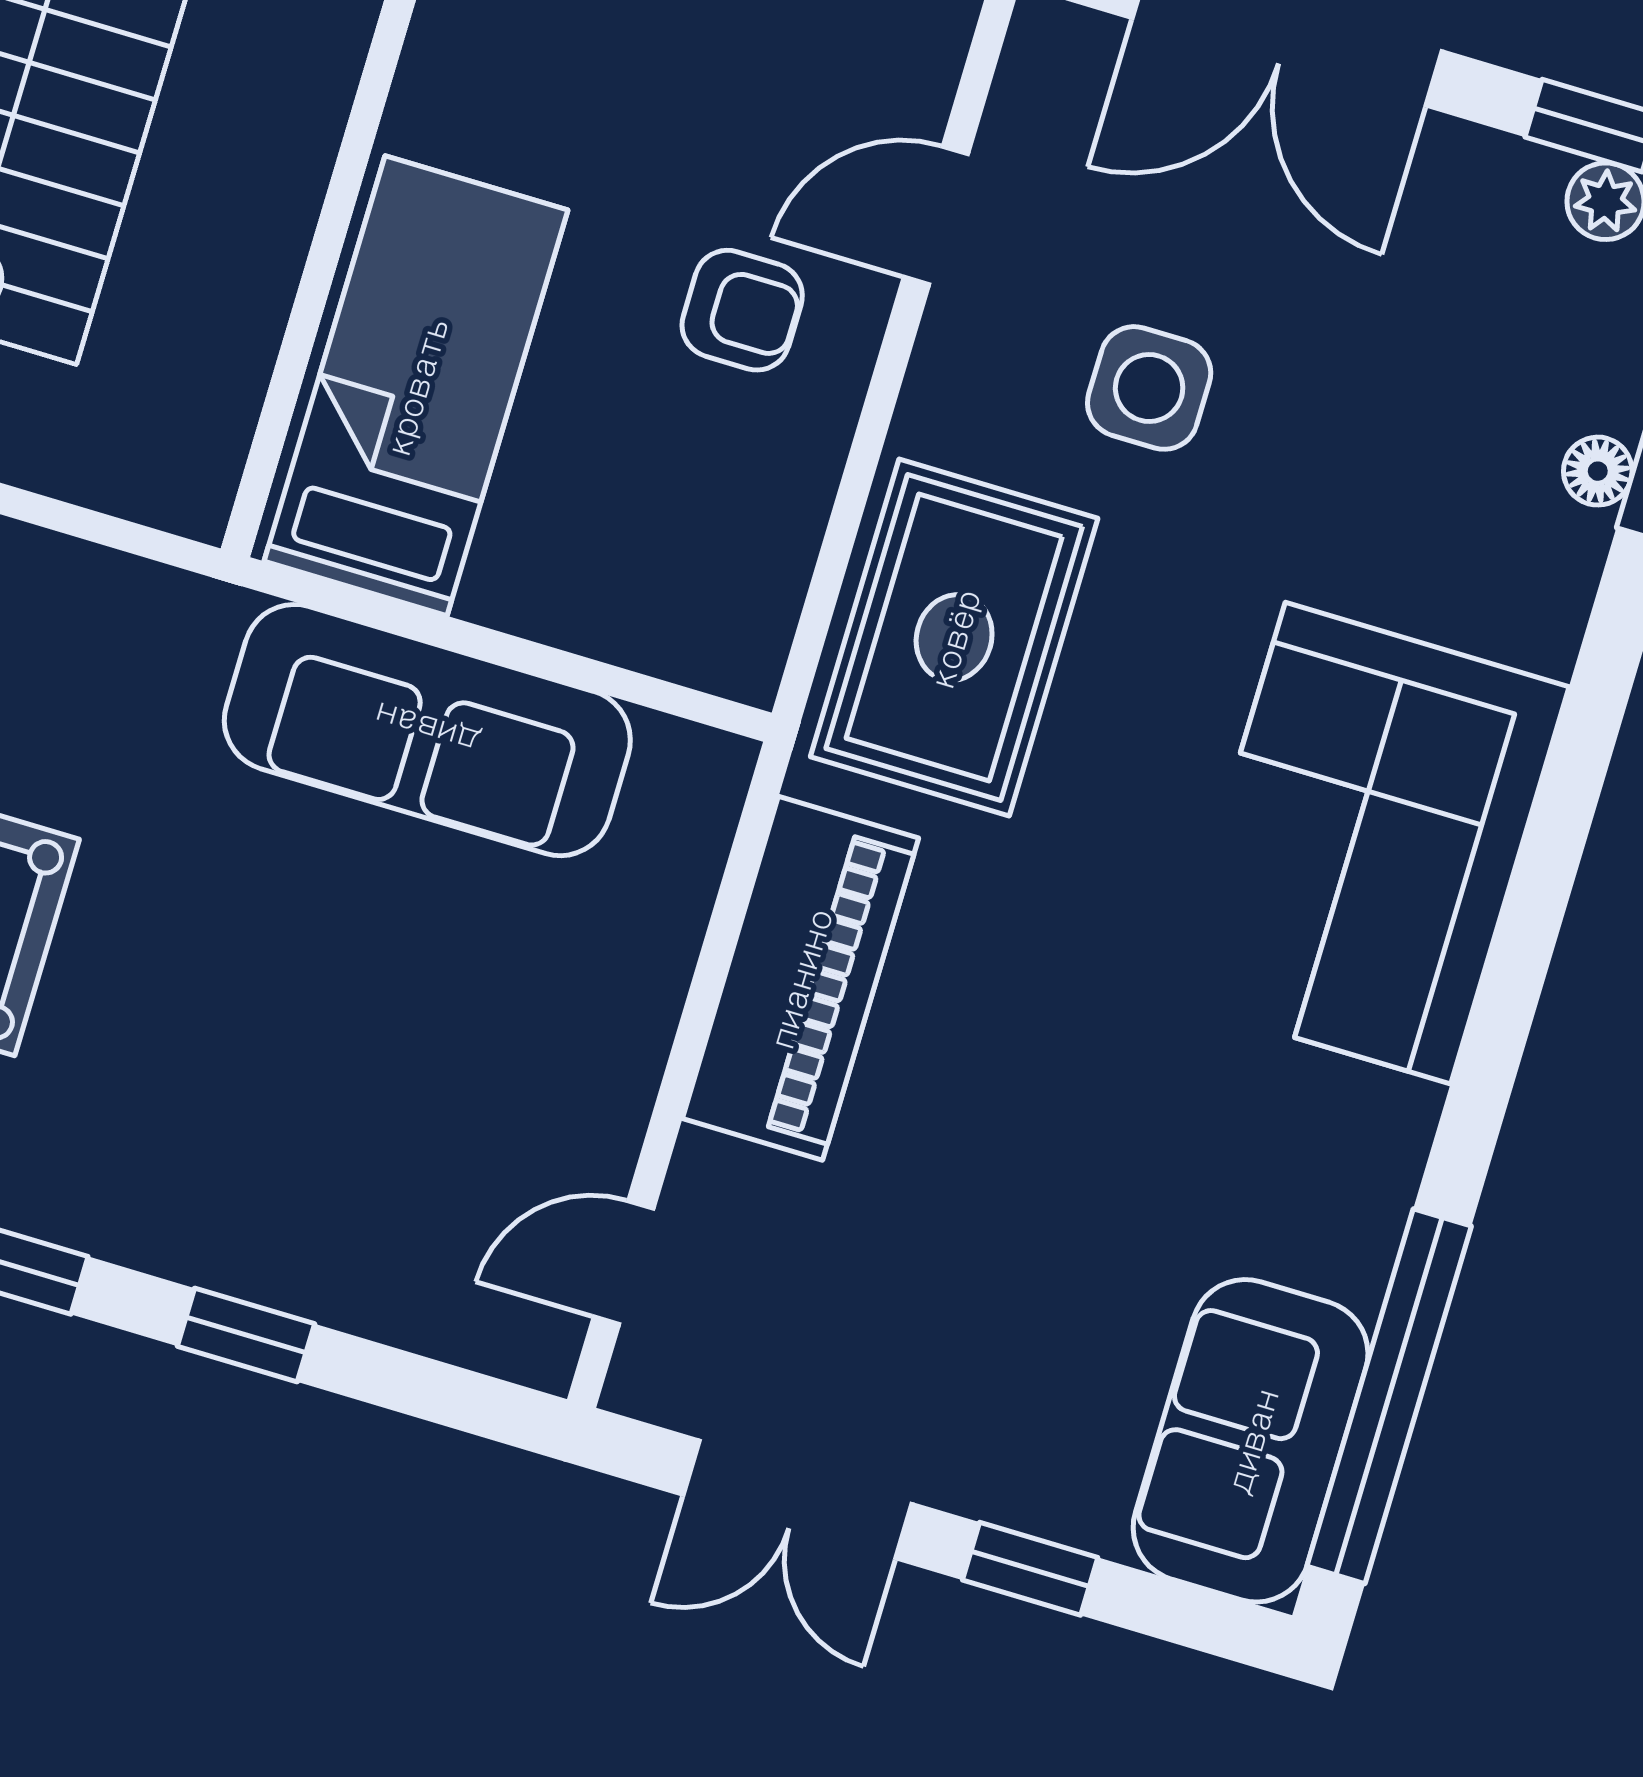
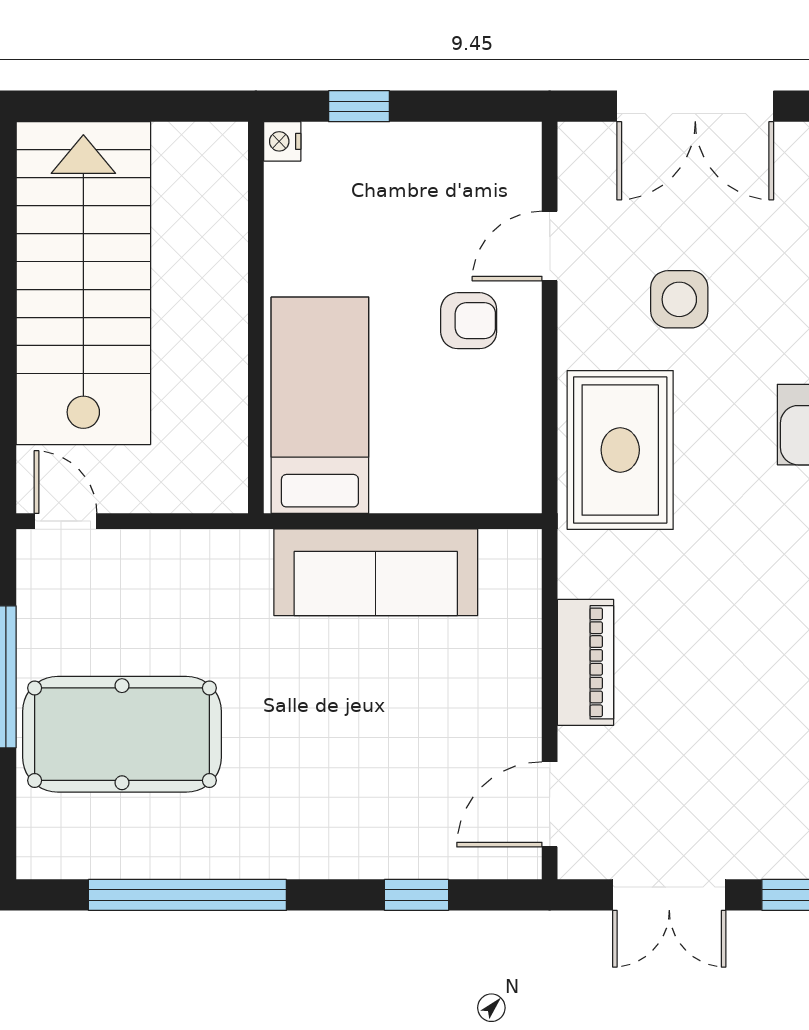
piano: (800, 978) -> (586, 662), width x0.73, depth x0.75
door: (624, 1263) -> (550, 804), width x1.38
window: (246, 1335) -> (417, 895), moved

